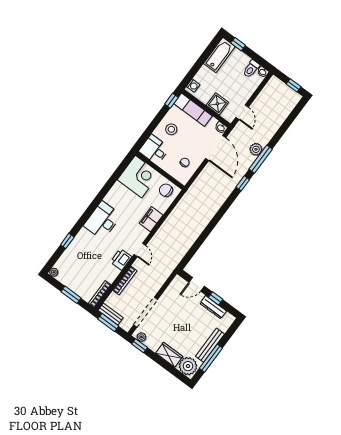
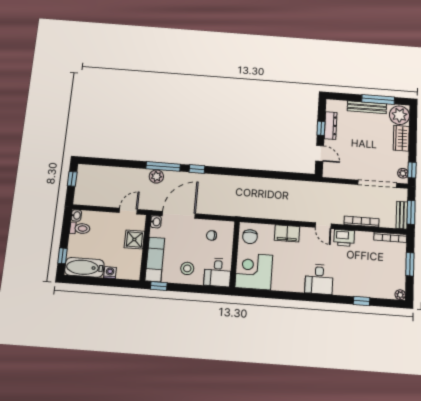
washing machine: (193, 86) -> (110, 273), moved
desk: (103, 220) -> (319, 279), width x0.73
door: (140, 250) -> (323, 226), swing flipped

